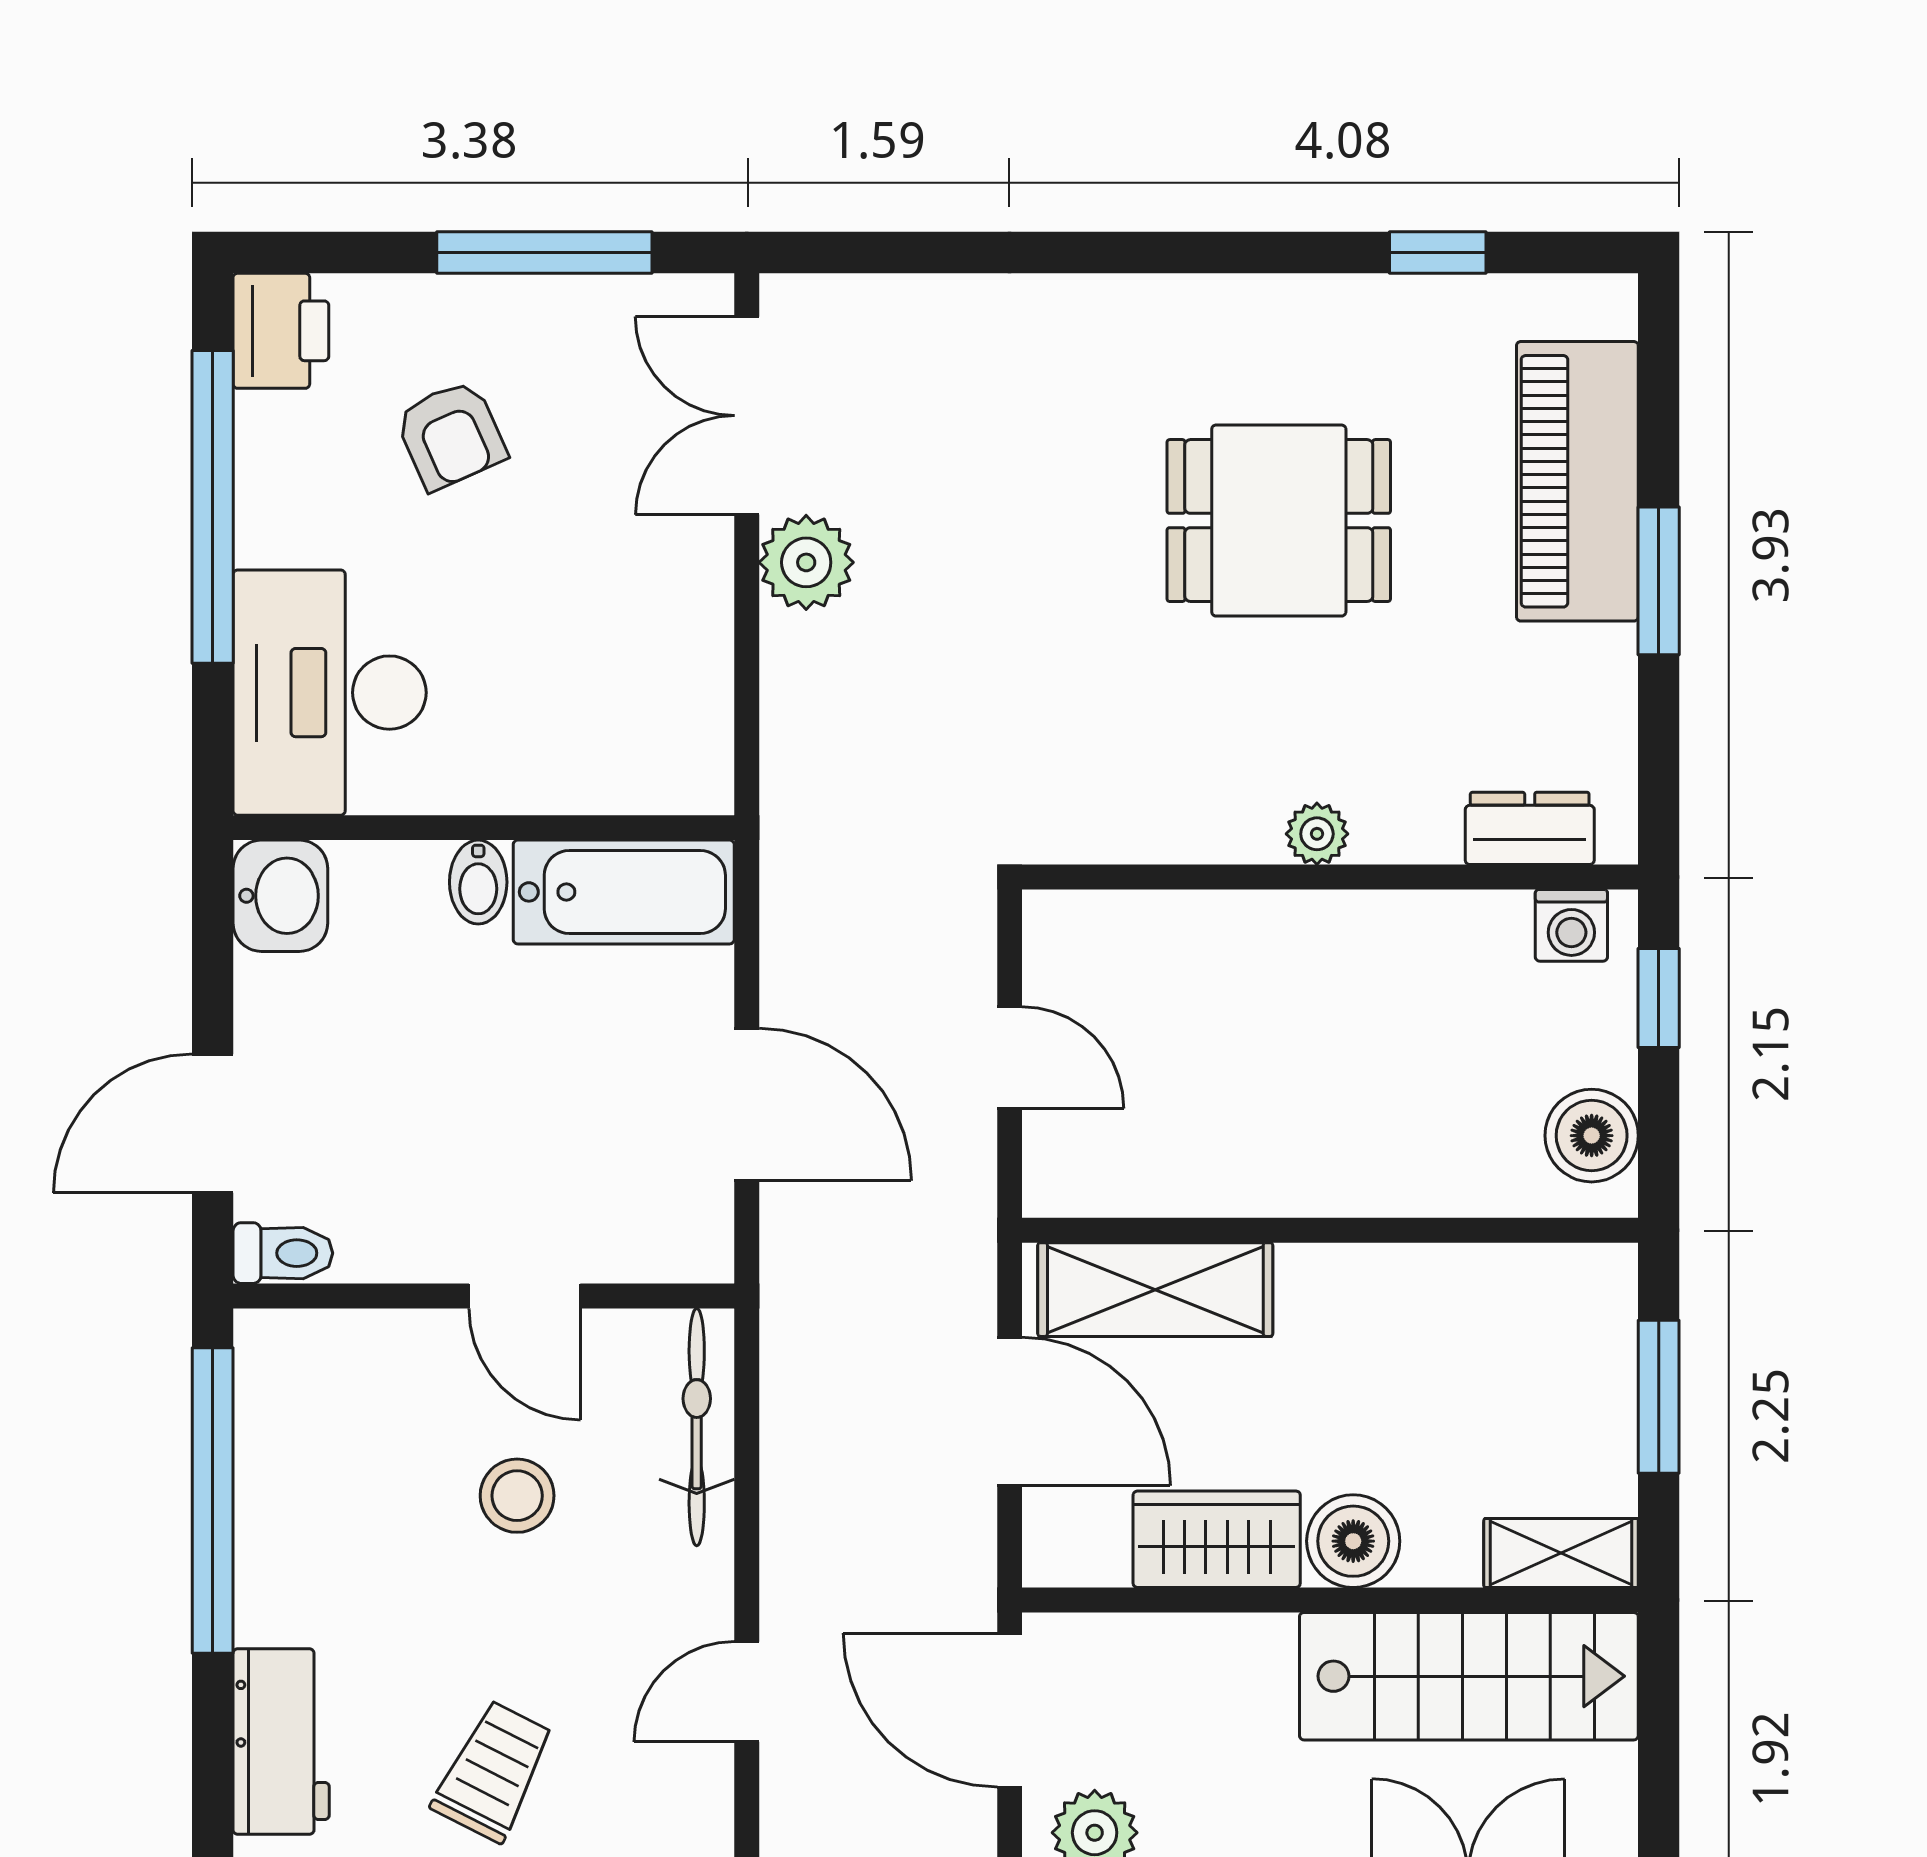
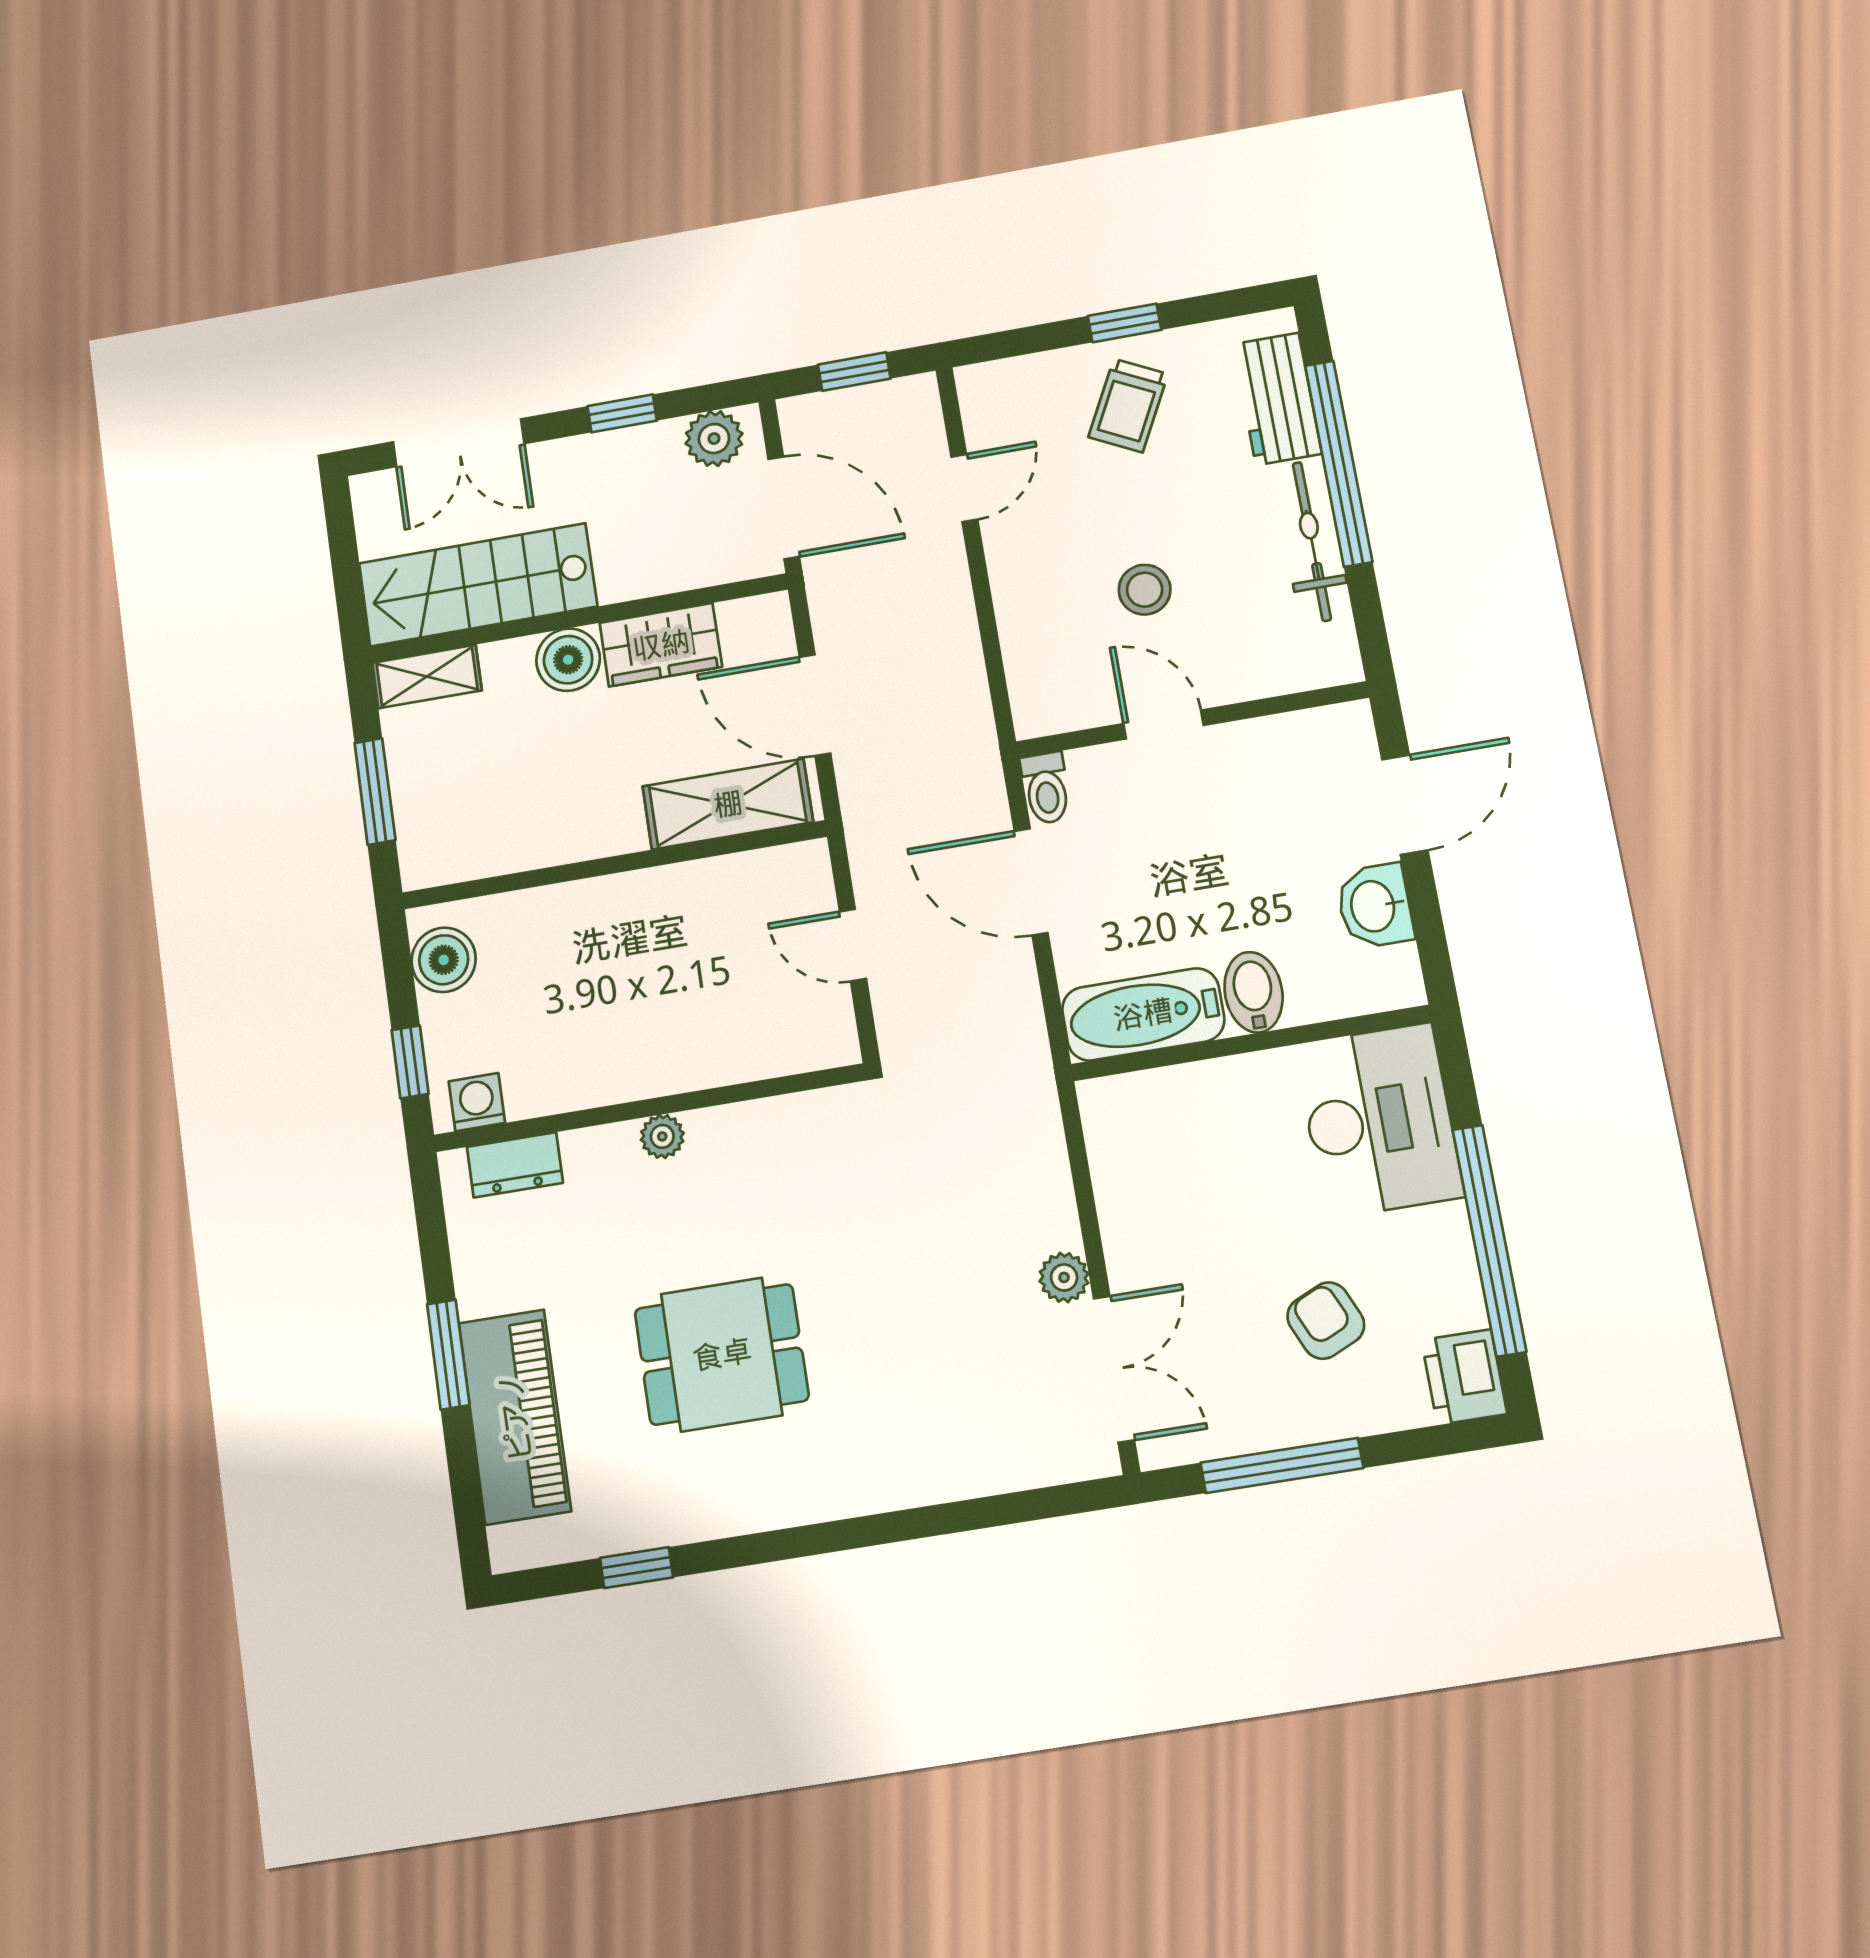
plant: (806, 562) -> (1064, 1277), width x0.73, depth x0.73
bidet: (478, 882) -> (1254, 992), width x1.38, depth x1.36
washbasin: (280, 896) -> (1375, 906), moved
toilet: (283, 1253) -> (1046, 788), moved, turned -90
bicycle: (697, 1427) -> (1312, 541), moved, turned 180
window: (213, 1501) -> (1339, 463), moved

